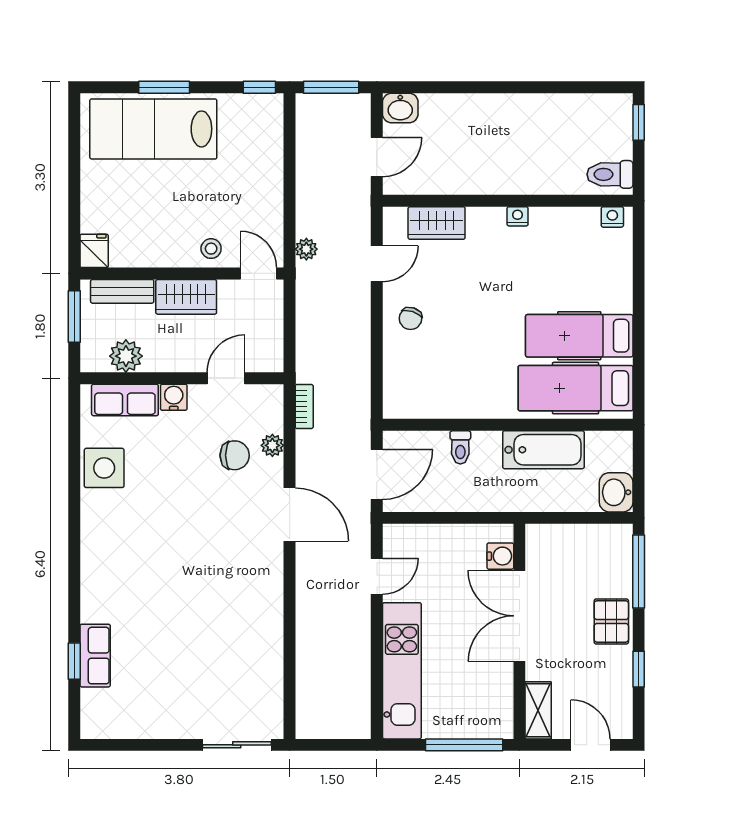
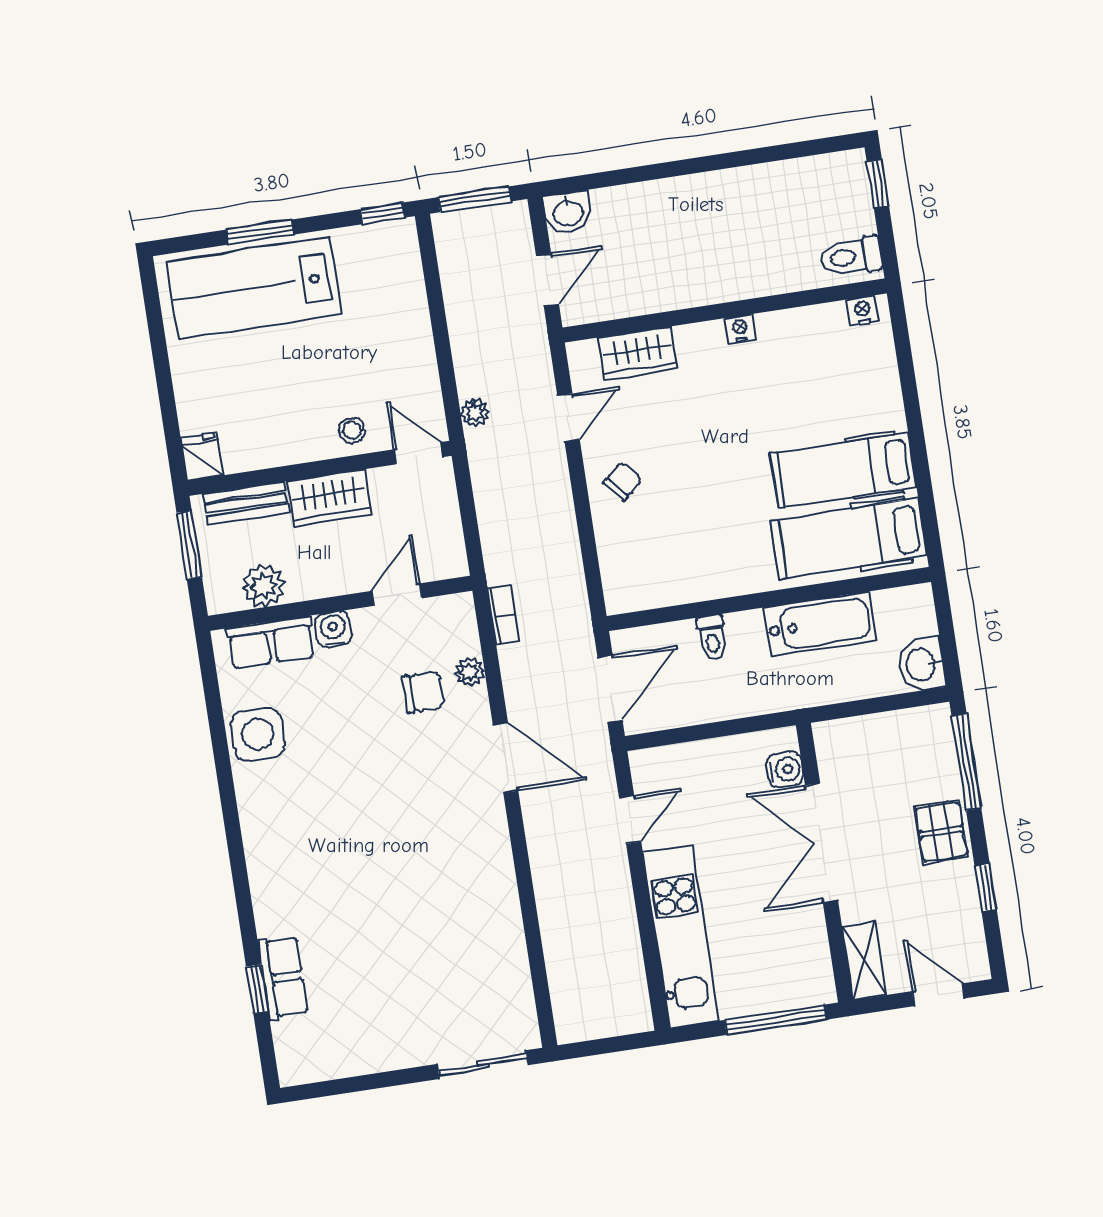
chair: (411, 318) -> (623, 481), turned -149

